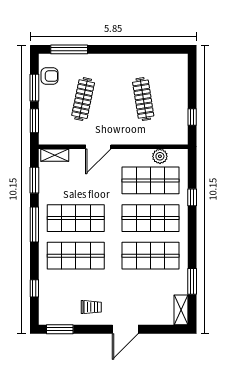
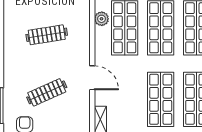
clothes rail: (83, 99) -> (47, 92), turned -36

